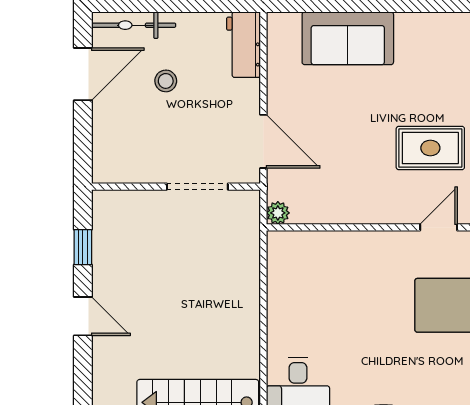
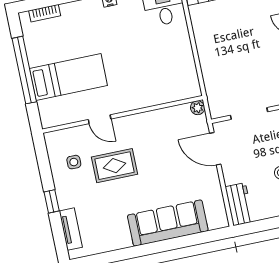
sofa: (348, 38) -> (168, 223), width x1.36
door: (439, 227) -> (100, 119), hinge flipped

